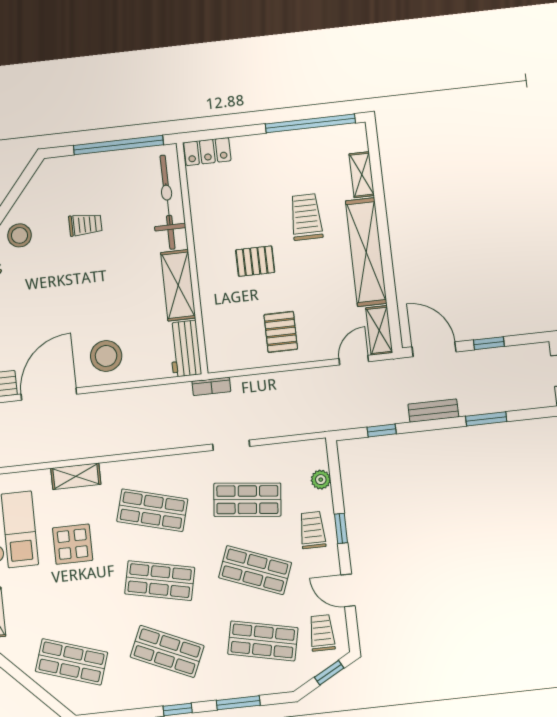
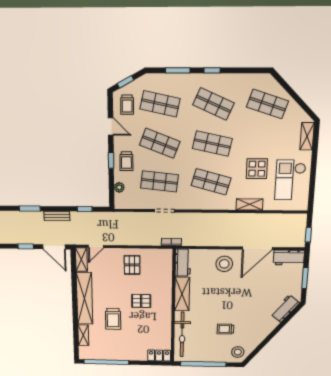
stool: (20, 235) -> (238, 352), moved

